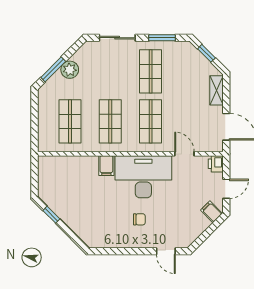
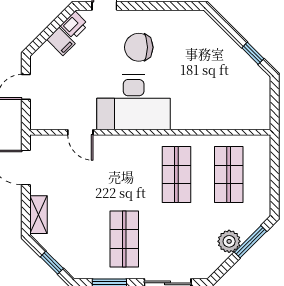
shop shelf: (151, 121) -> (124, 174), removed
printer: (216, 164) -> (74, 25), moved, turned 45
filing cabinet: (106, 166) -> (182, 117), removed
filing cabinet: (211, 212) -> (61, 41), moved
chair: (139, 219) -> (139, 47), width x1.87, depth x1.87

